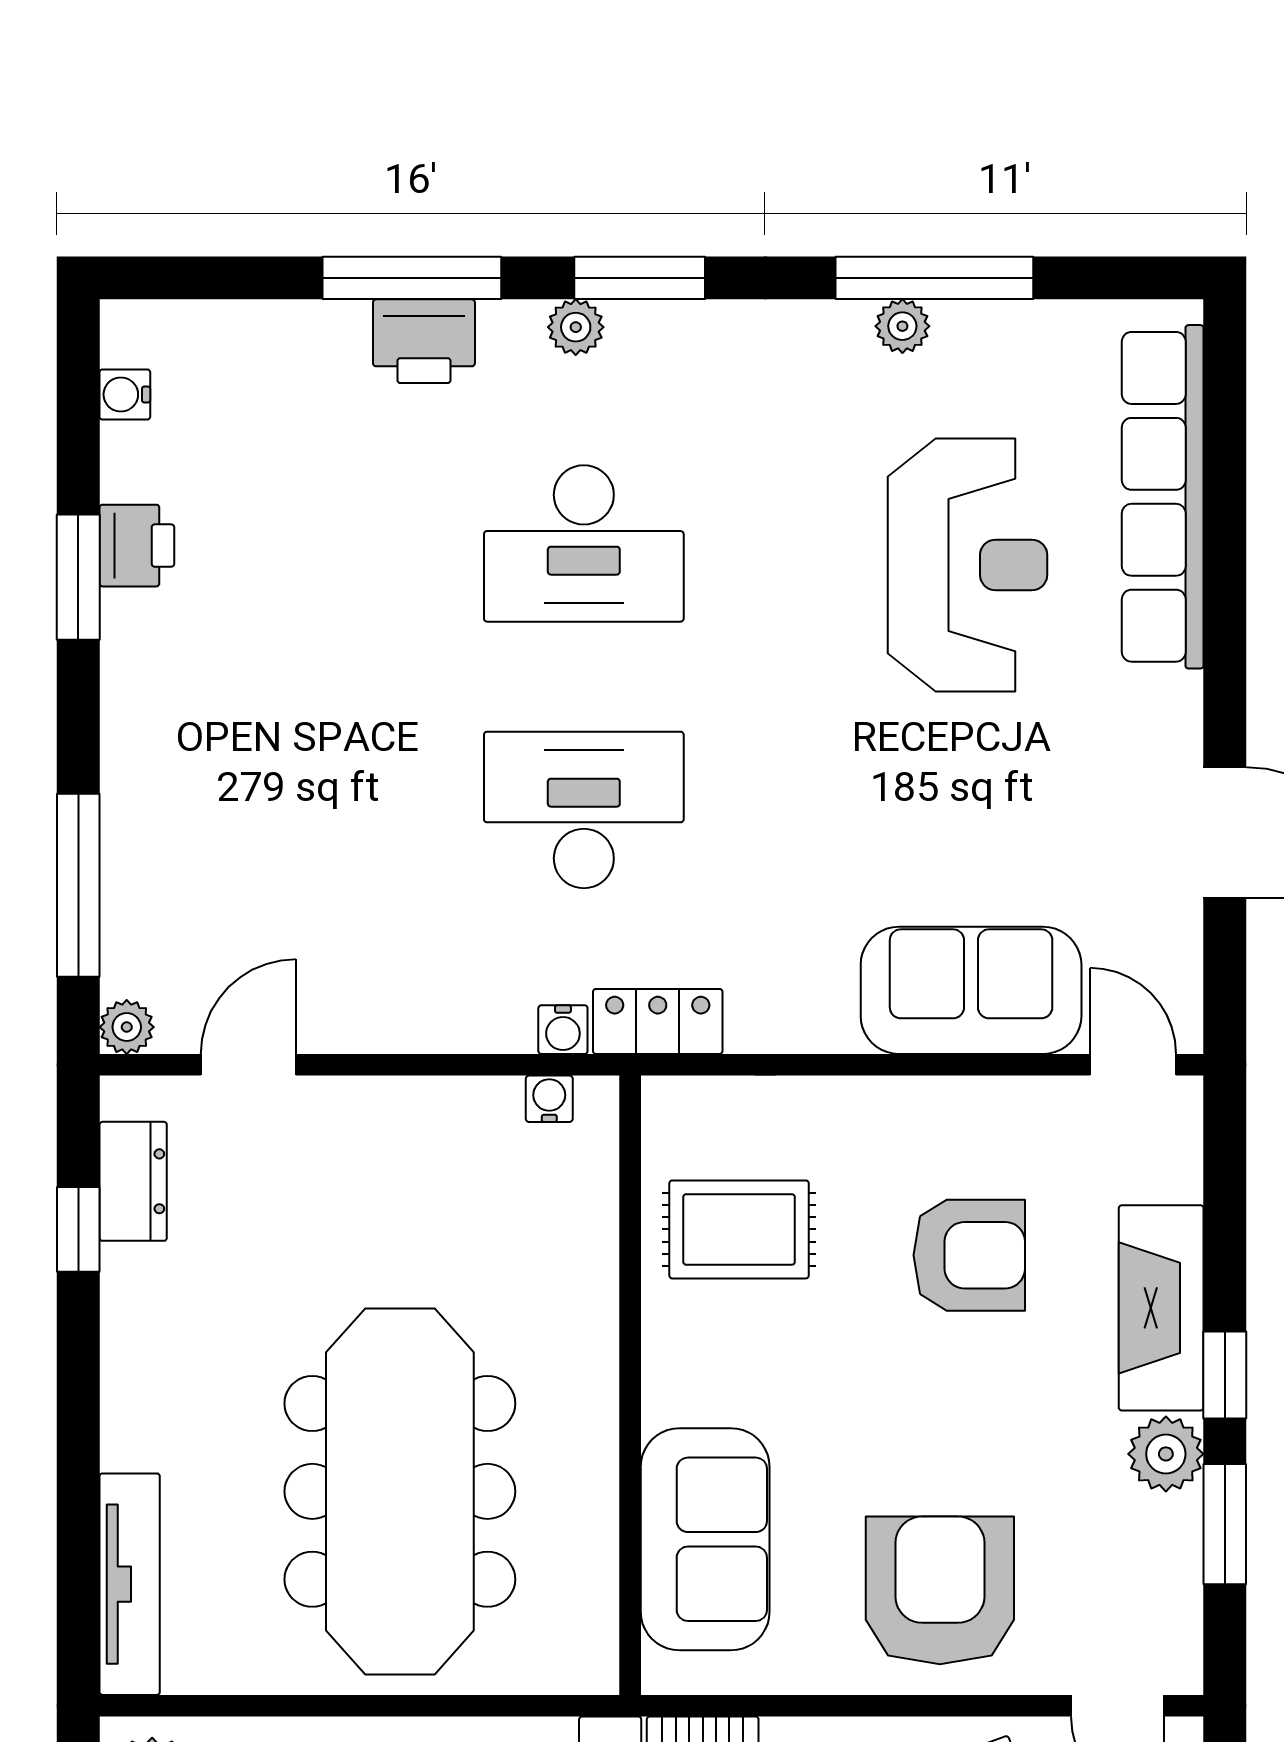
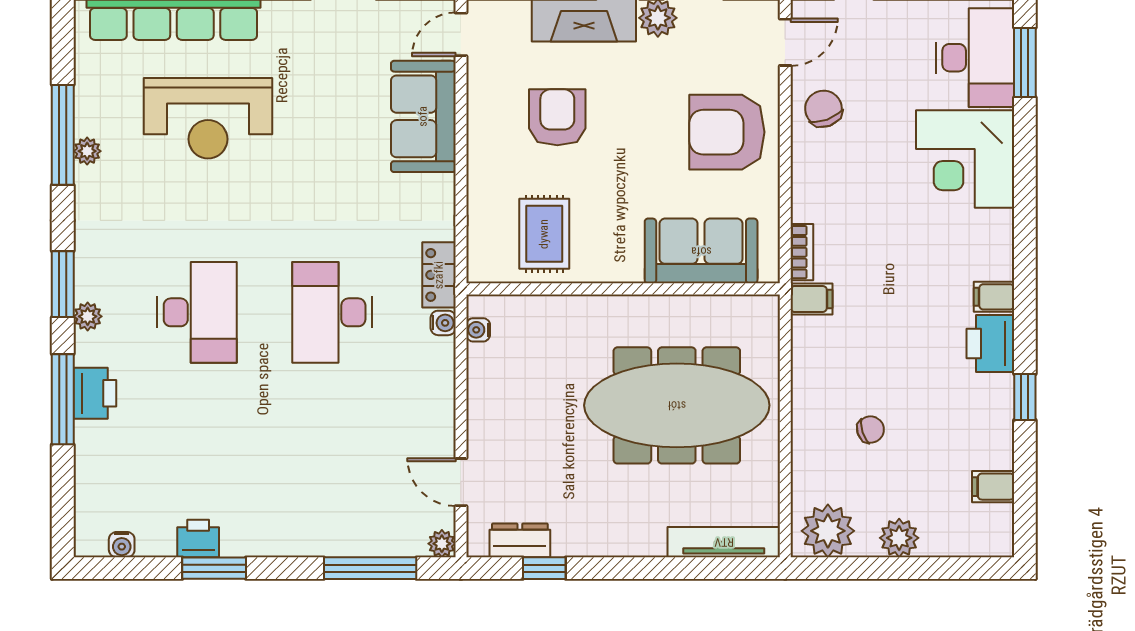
reception desk: (967, 565) -> (208, 118), turned 180

